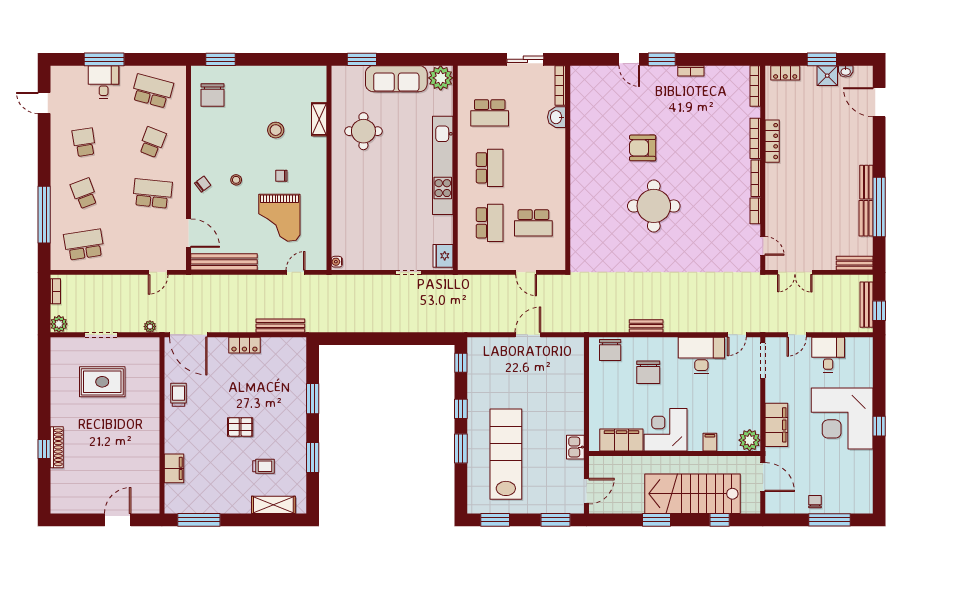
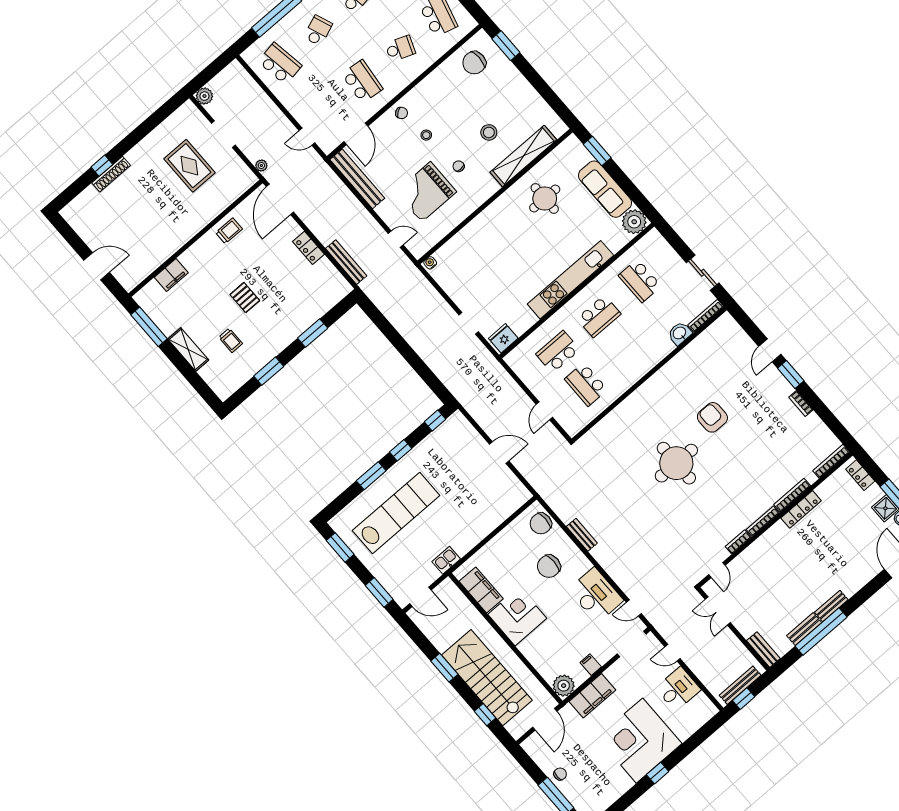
shelving: (319, 119) -> (523, 156), width x2.20, depth x1.33
school desk: (490, 223) -> (558, 352), turned 180
bookcase: (55, 291) -> (227, 72), removed
filing cabinet: (710, 442) -> (591, 665), moved, turned -90
shelving: (273, 505) -> (188, 349), moved

